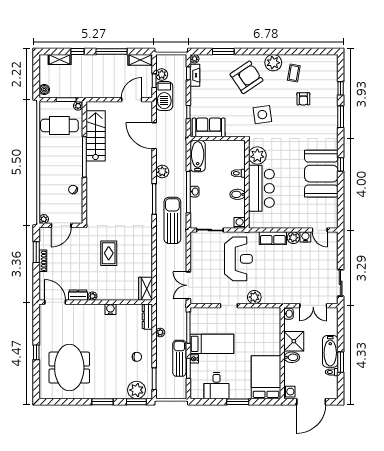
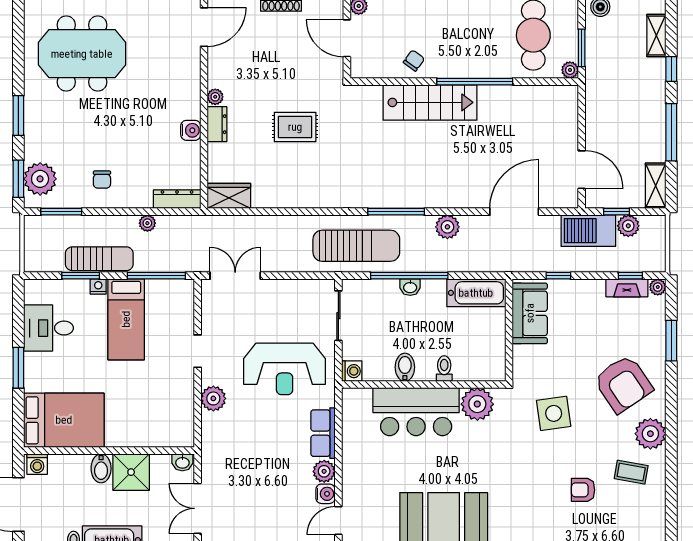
stairs: (96, 136) -> (430, 102), moved
dresser: (78, 295) -> (217, 124), moved

